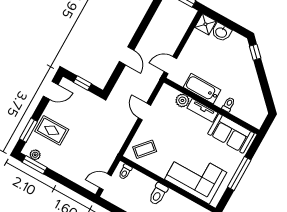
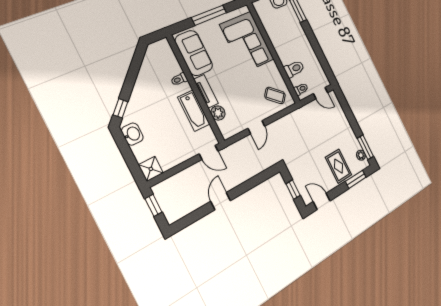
washbasin: (221, 32) -> (132, 134), moved
door: (127, 56) -> (221, 201), moved
toilet: (158, 194) -> (294, 69), moved

